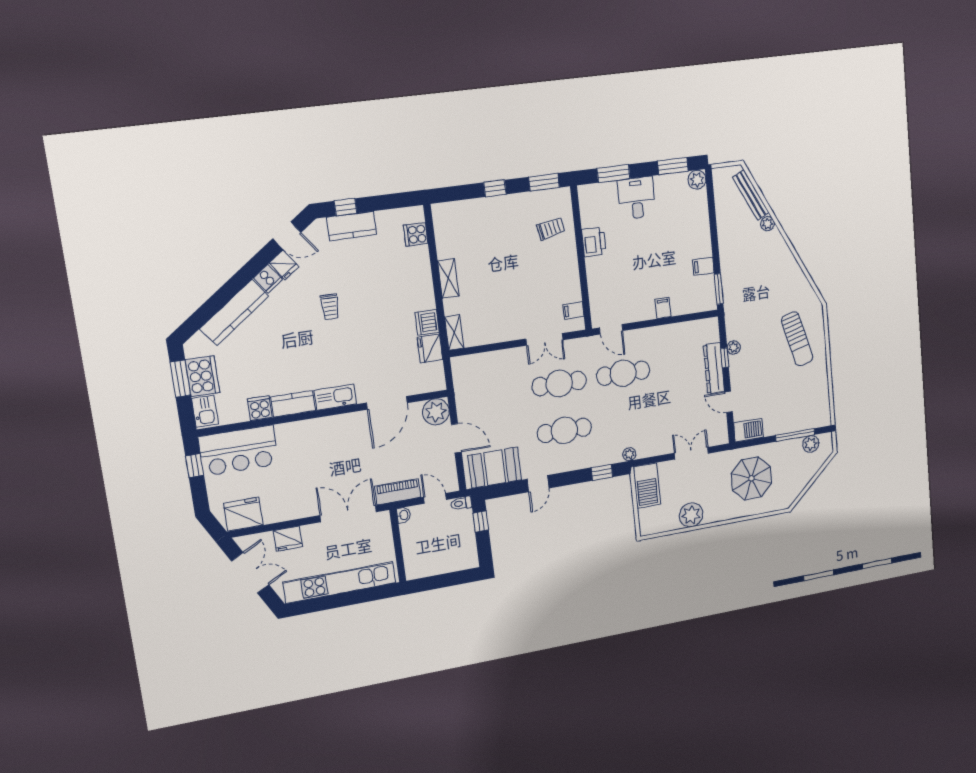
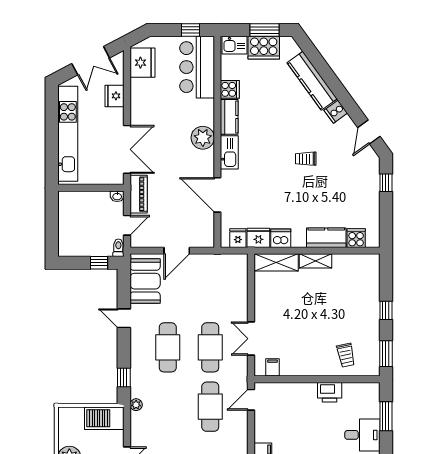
kitchen counter: (352, 226) -> (326, 238), moved, turned 90
fridge: (284, 265) -> (238, 238), moved, turned 126
shelving: (454, 333) -> (276, 262), width x1.50, depth x1.33
plant: (436, 412) -> (203, 138), moved

